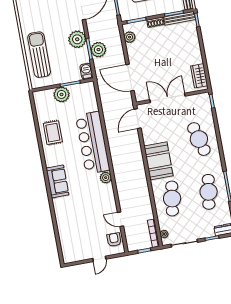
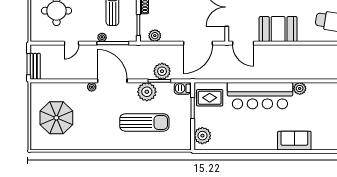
sun lounger: (39, 55) -> (144, 122), moved, turned 180
plant: (62, 94) -> (202, 136), moved
rug: (53, 133) -> (210, 98), moved
booth: (158, 161) -> (278, 29), moved

